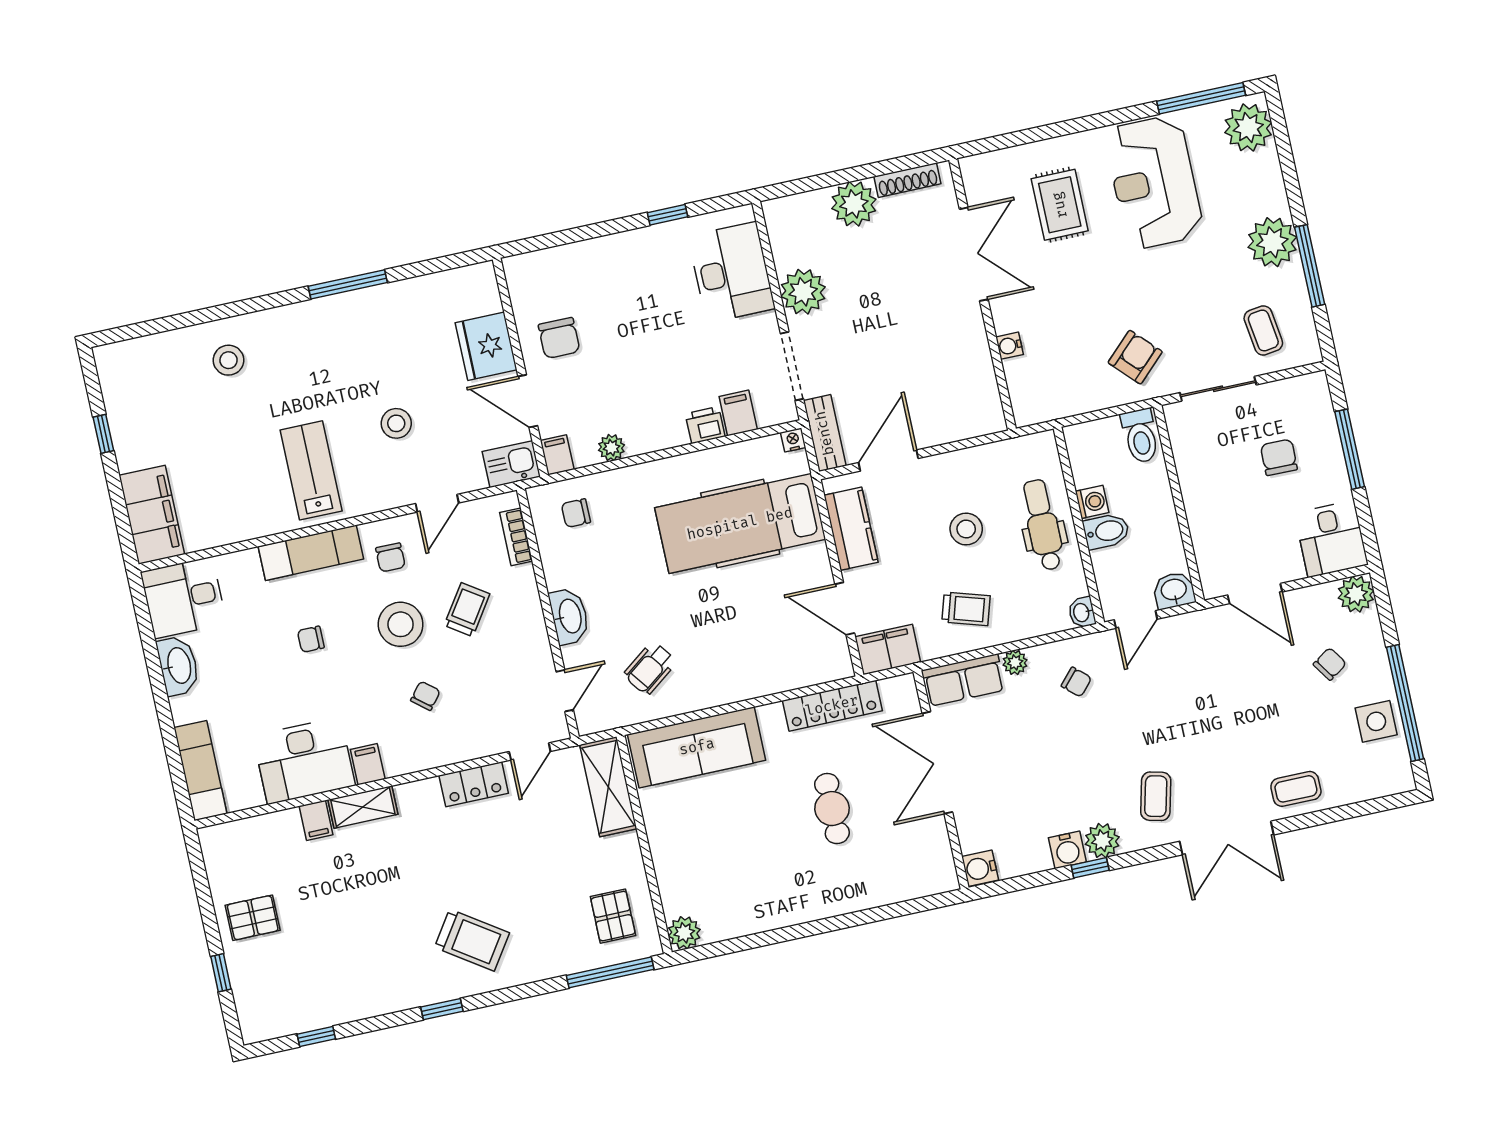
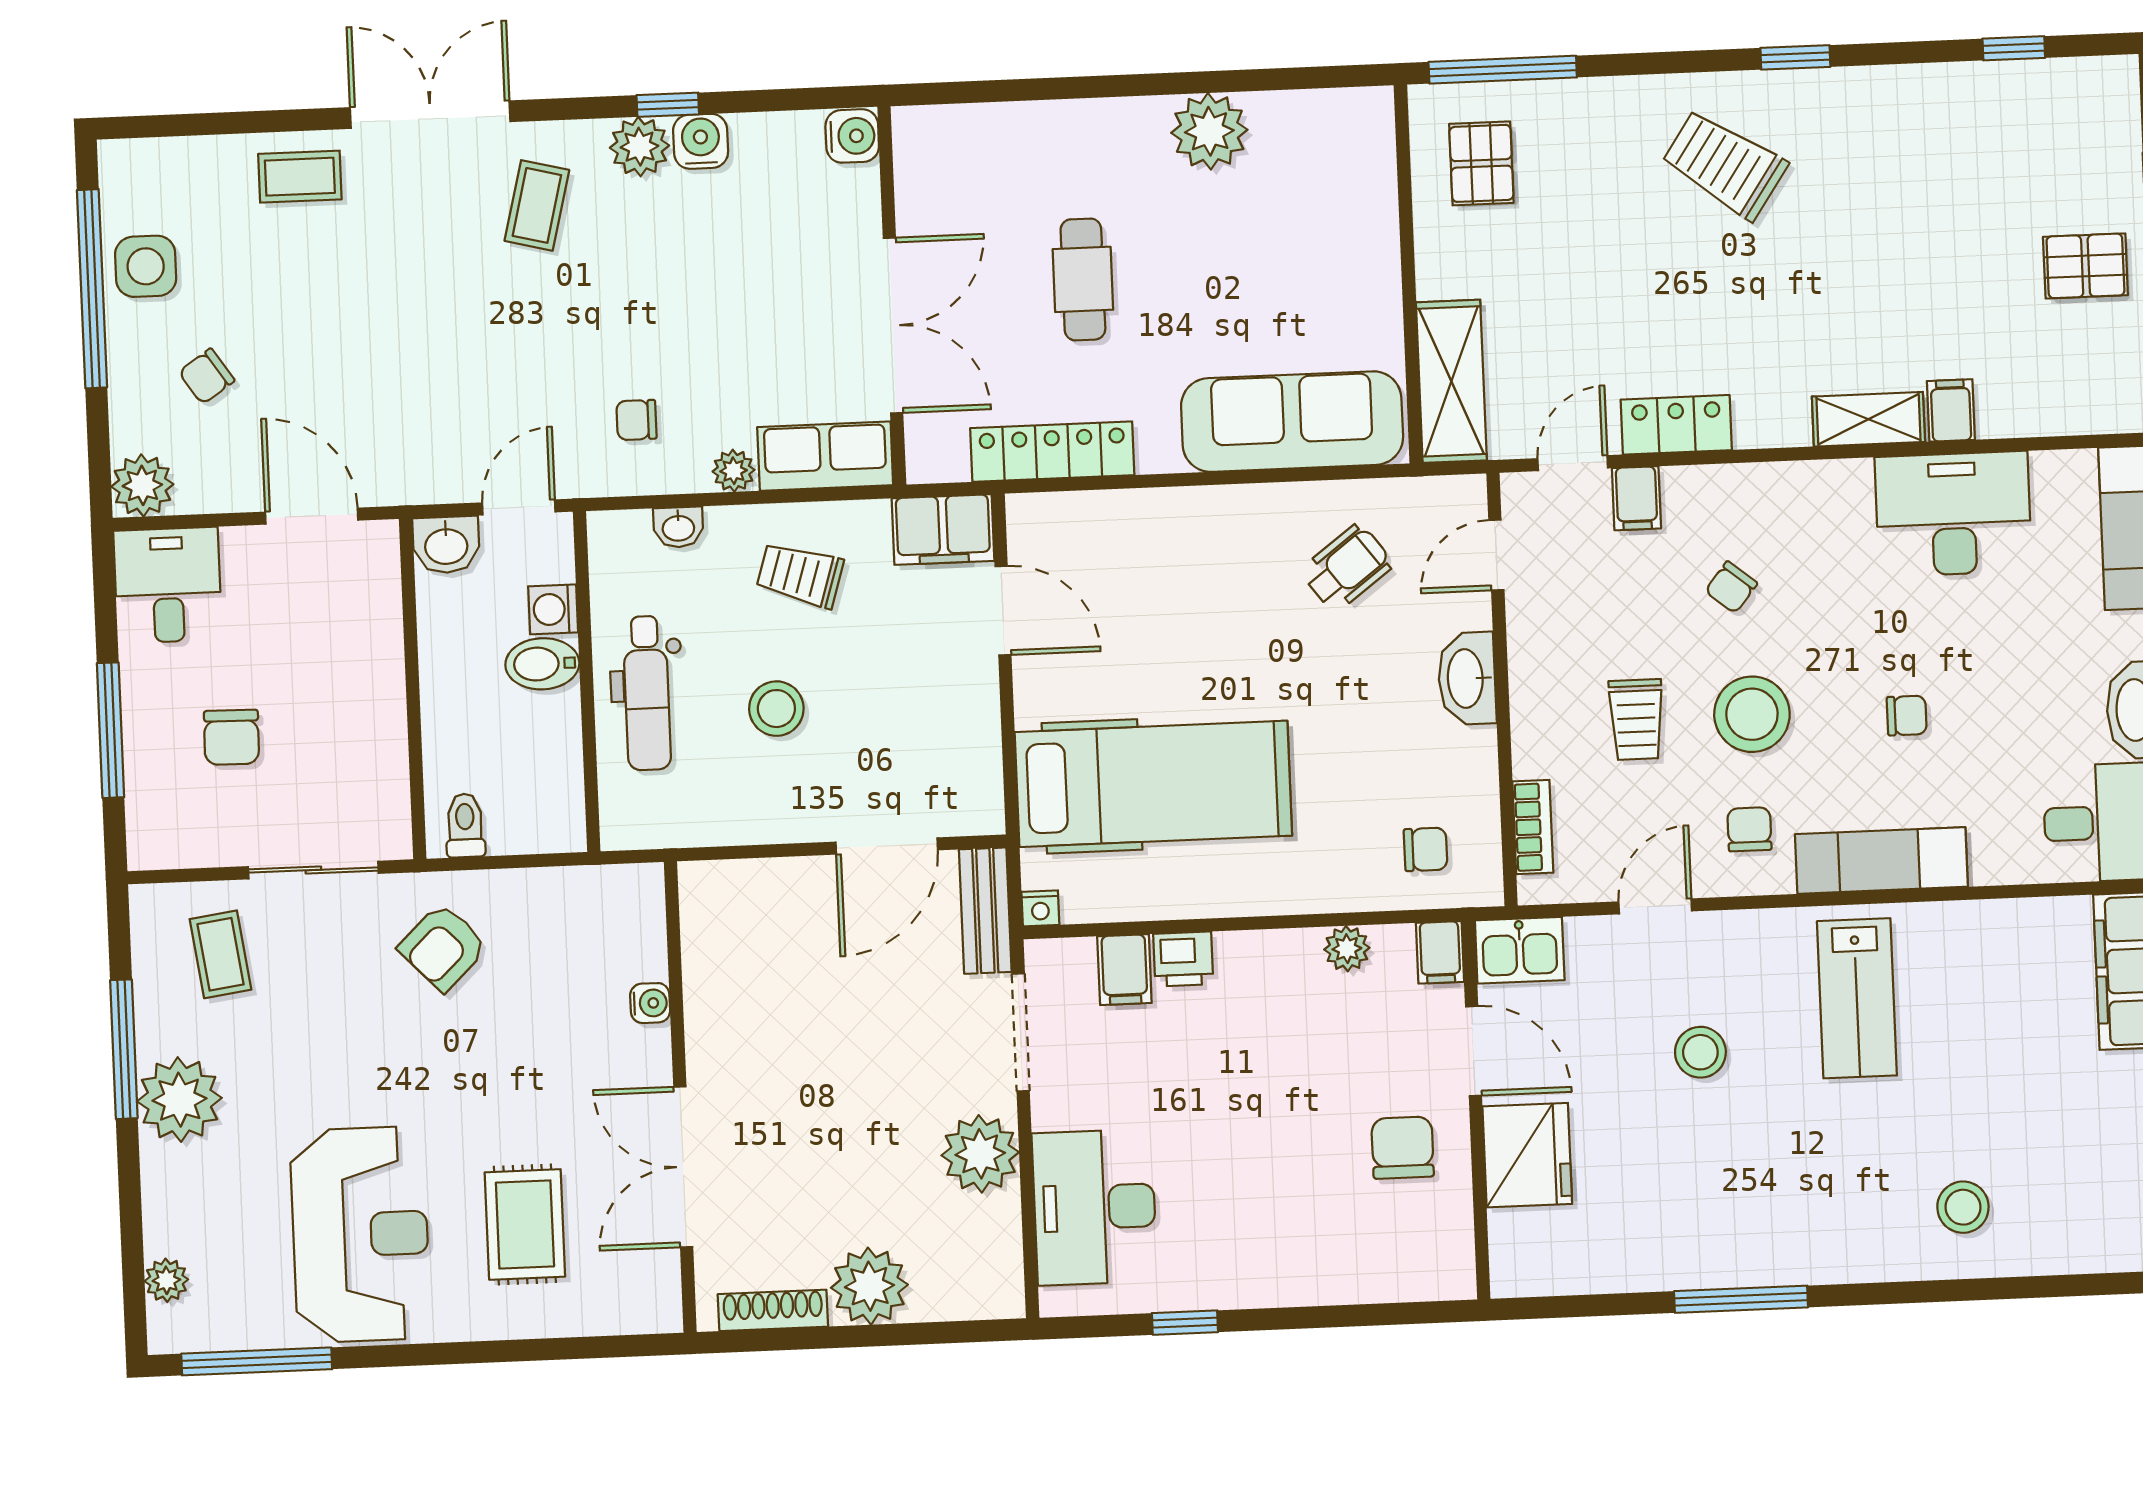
plant: (1248, 128) -> (166, 1280), width x0.53, depth x0.53
toilet: (1140, 436) -> (465, 825), width x0.73, depth x0.72
washing machine: (1092, 502) -> (553, 609), moved
kitchen counter: (851, 529) -> (969, 743), removed
trolley: (467, 610) -> (1636, 719), turned -34
washbasin: (1082, 612) -> (678, 527), moved, turned 90
chair: (1076, 682) -> (636, 420), turned -42
filing cabinet: (368, 764) -> (1636, 498), moved
plant: (684, 933) -> (1209, 131), moved, width x1.36, depth x1.36

